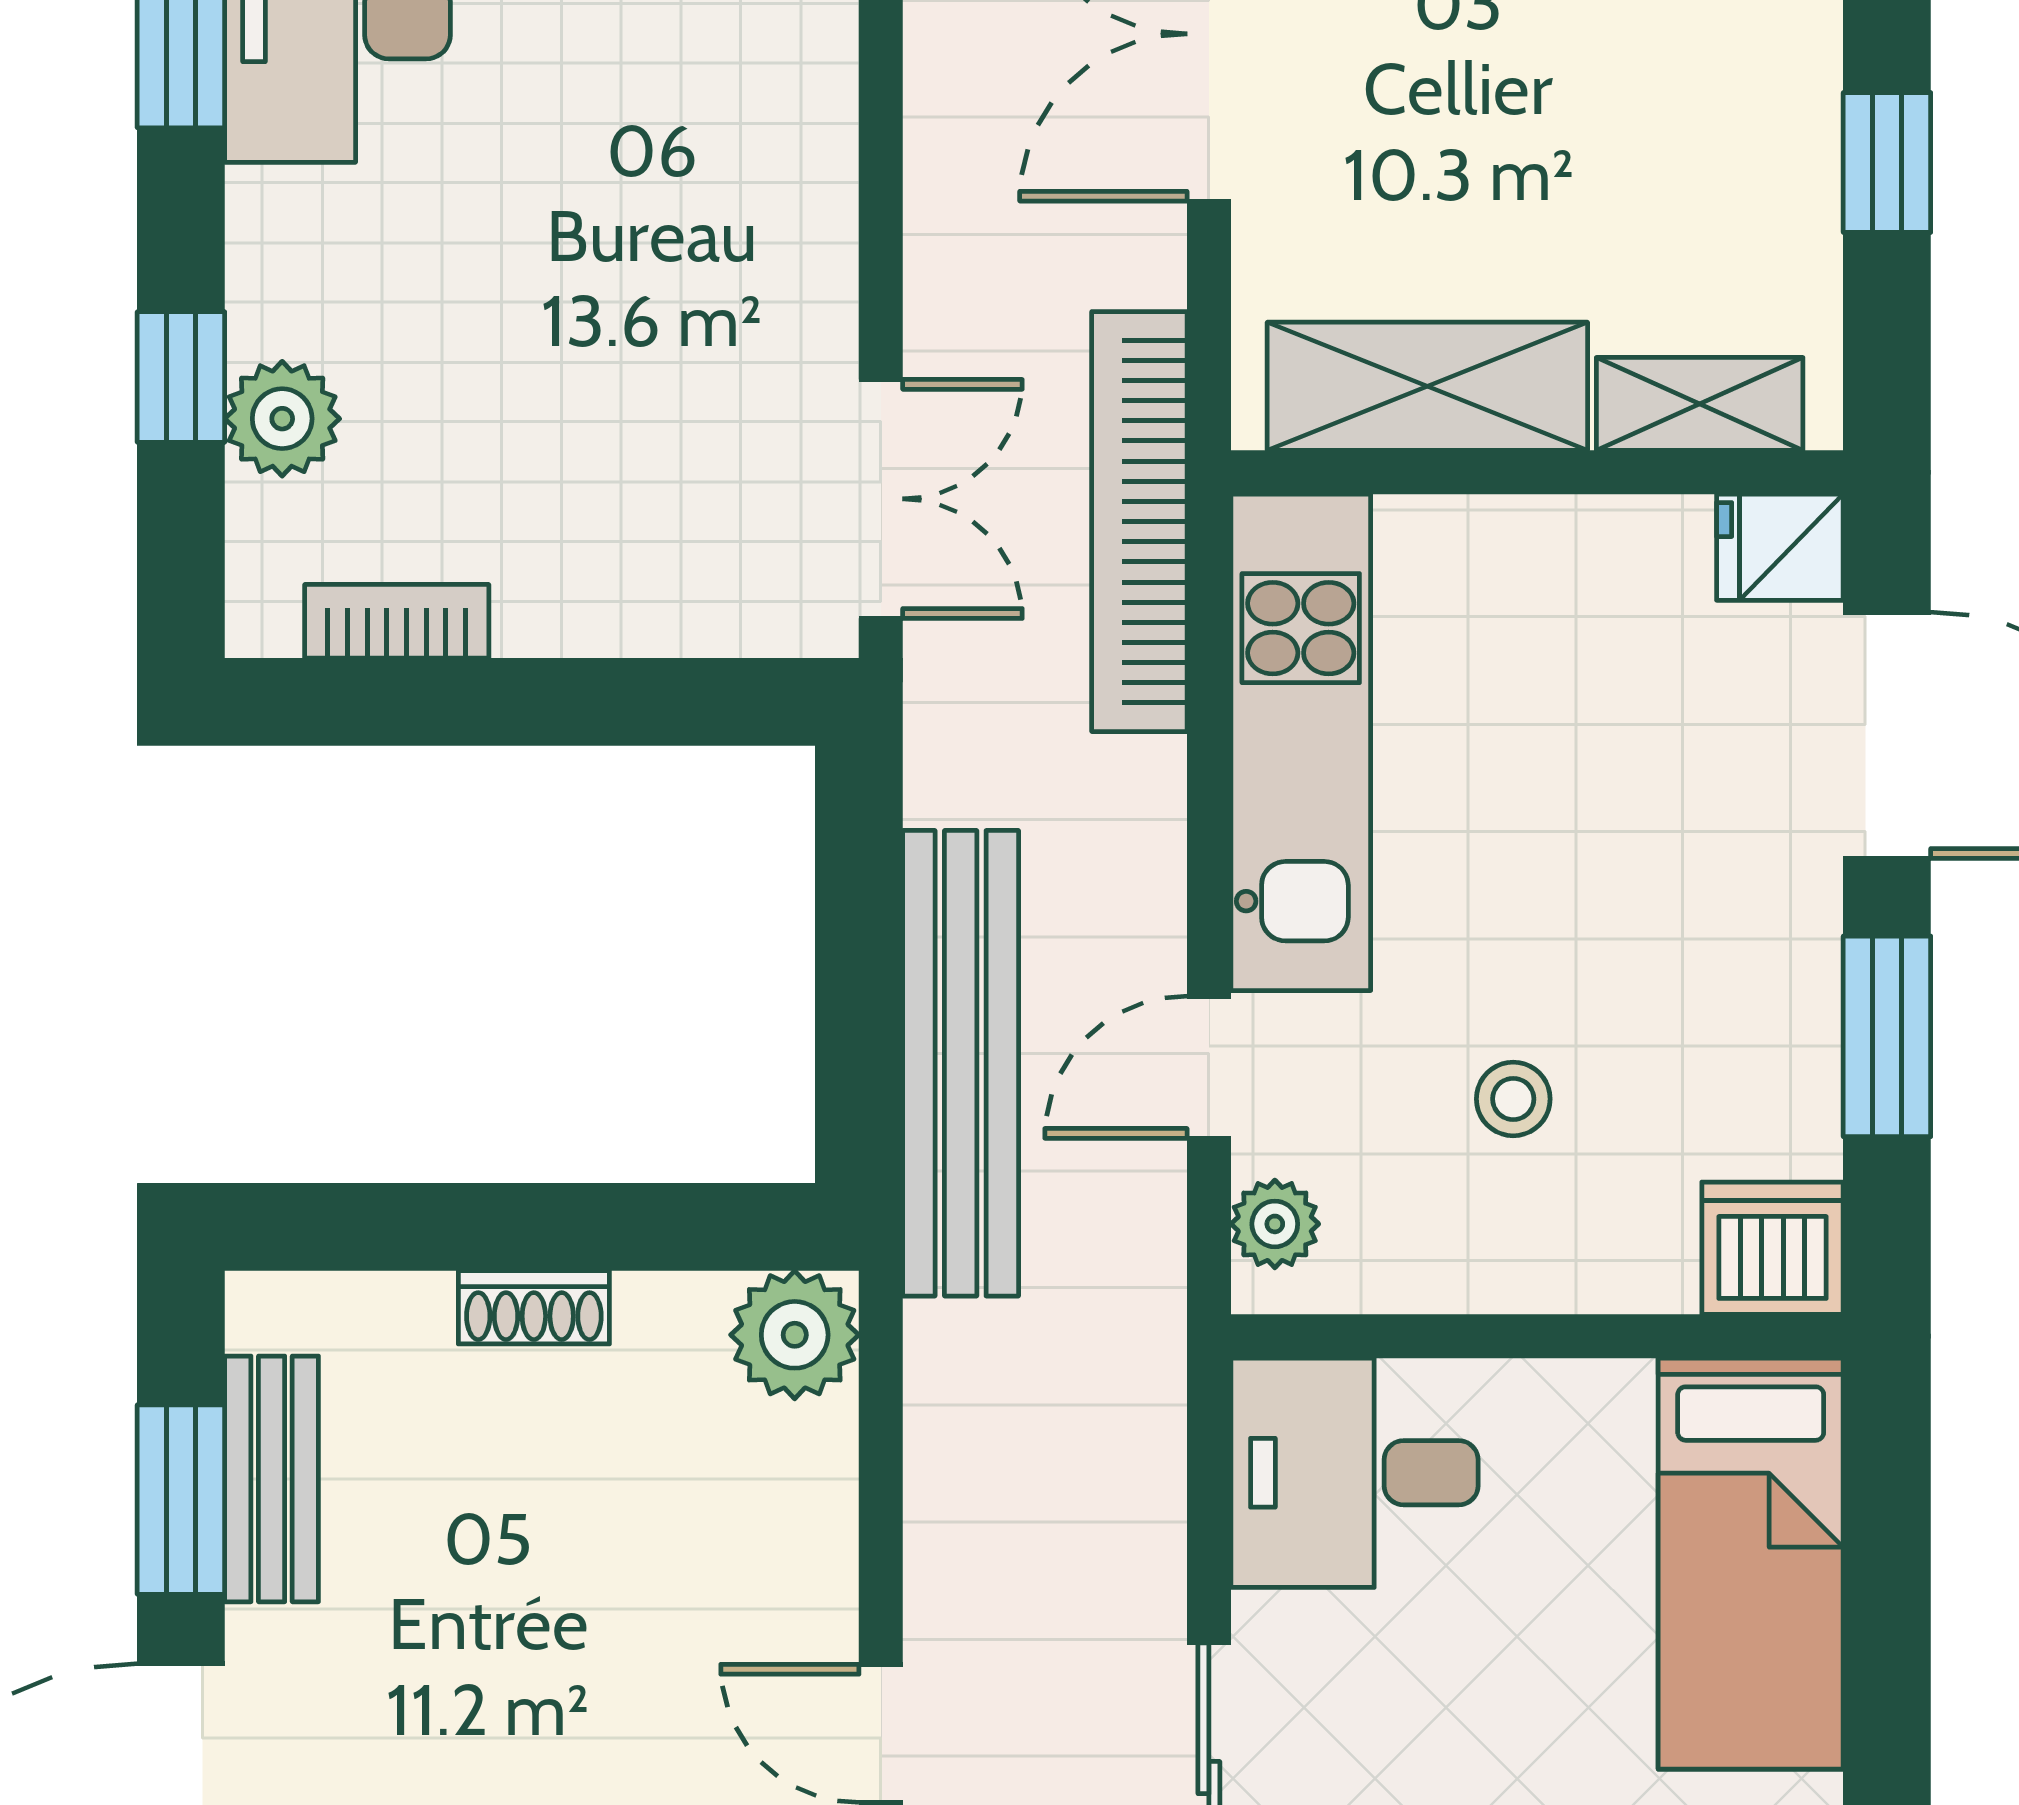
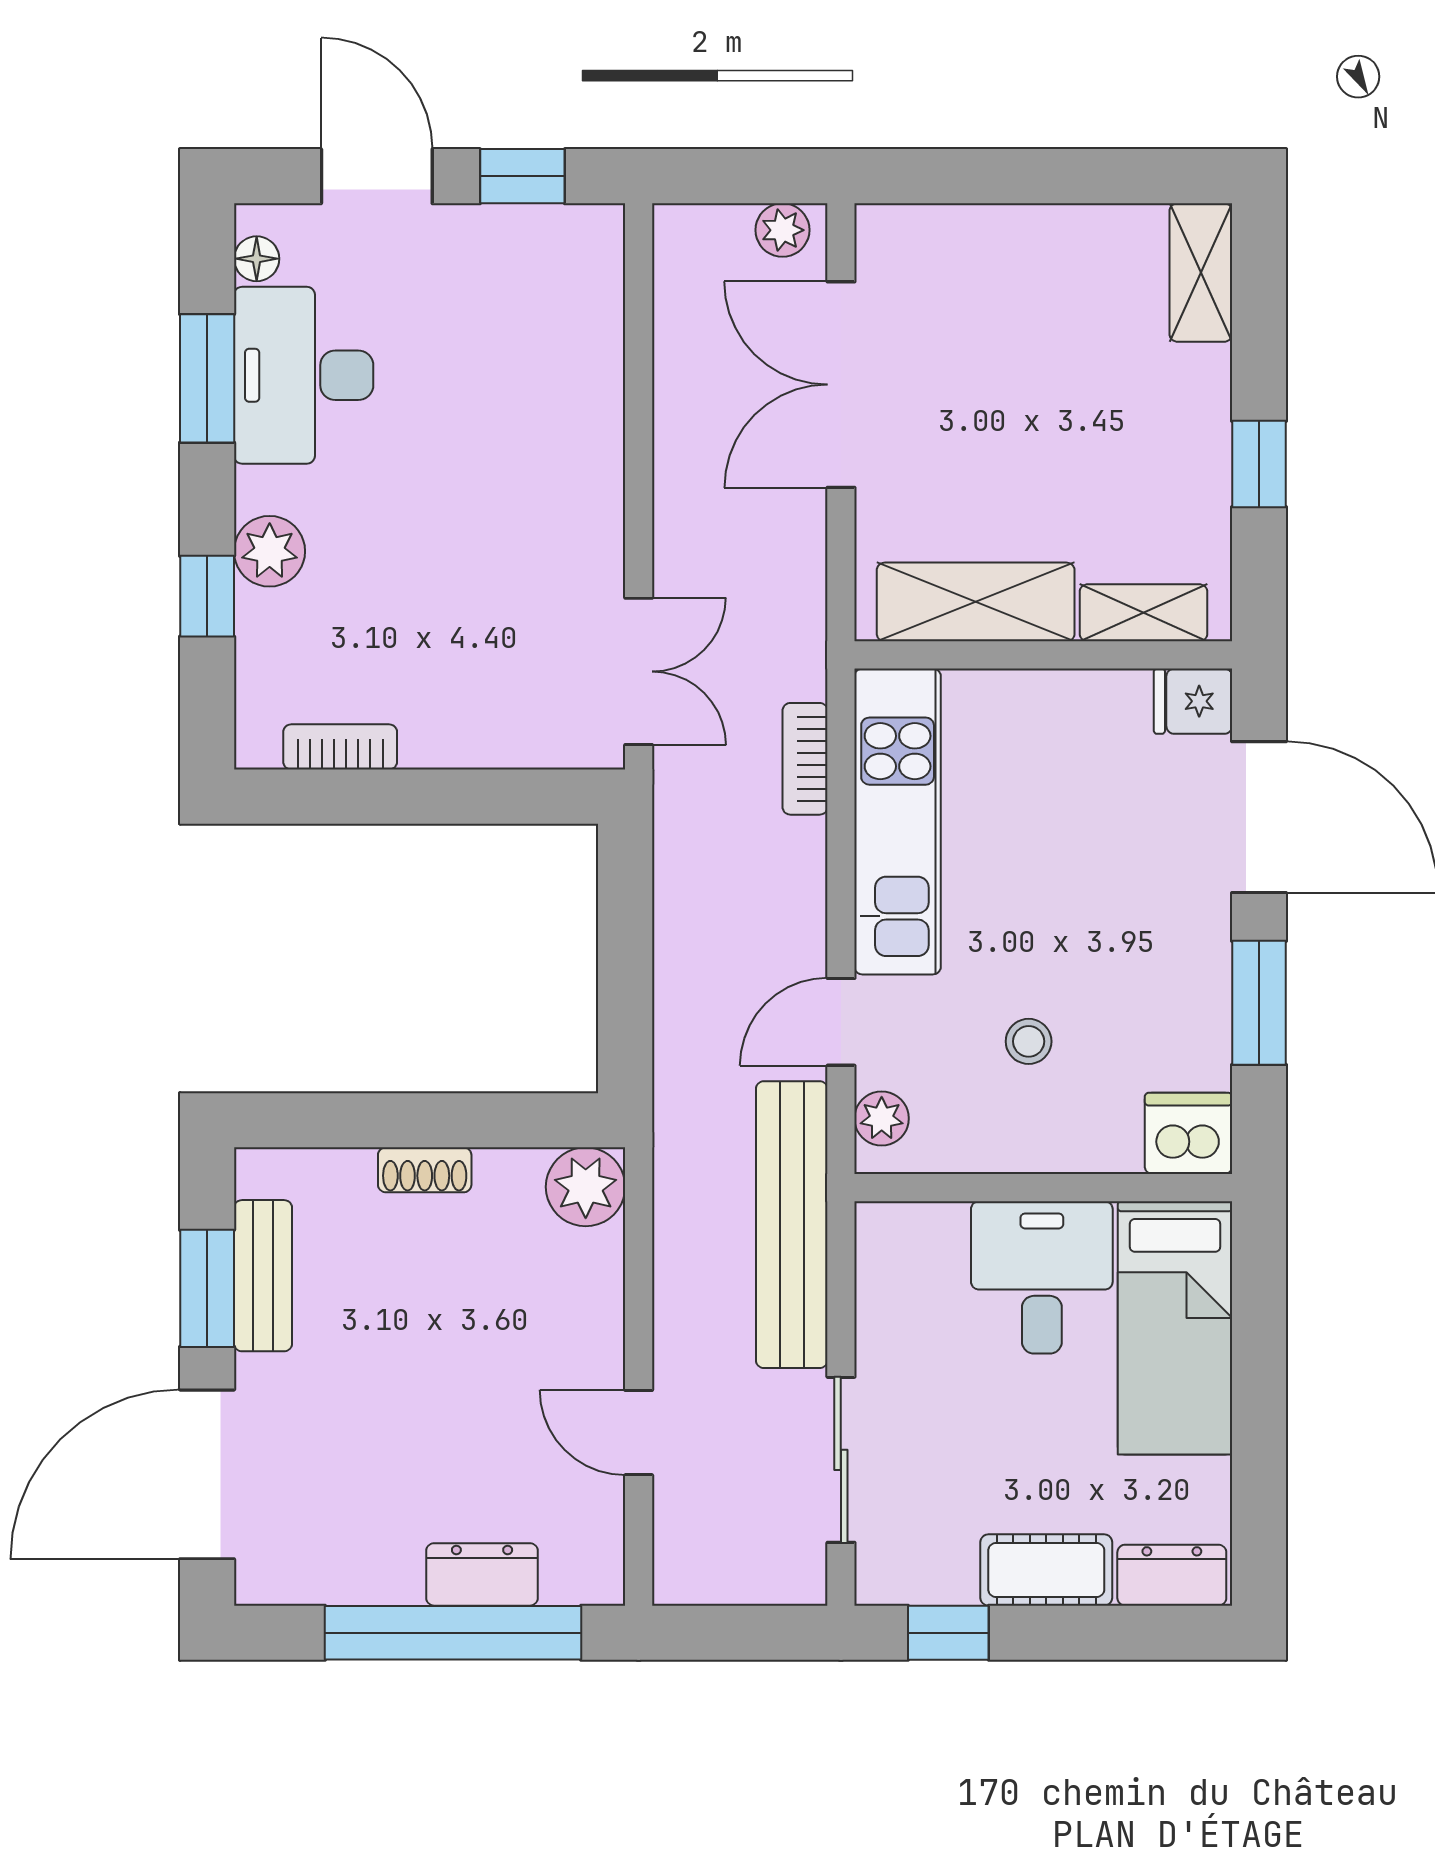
plant: (282, 419) -> (270, 551), moved
bookcase: (1139, 522) -> (805, 759), width x0.43, depth x0.76
bench: (961, 1063) -> (792, 1225), moved
desk: (1354, 1473) -> (1042, 1277), moved, turned 90

